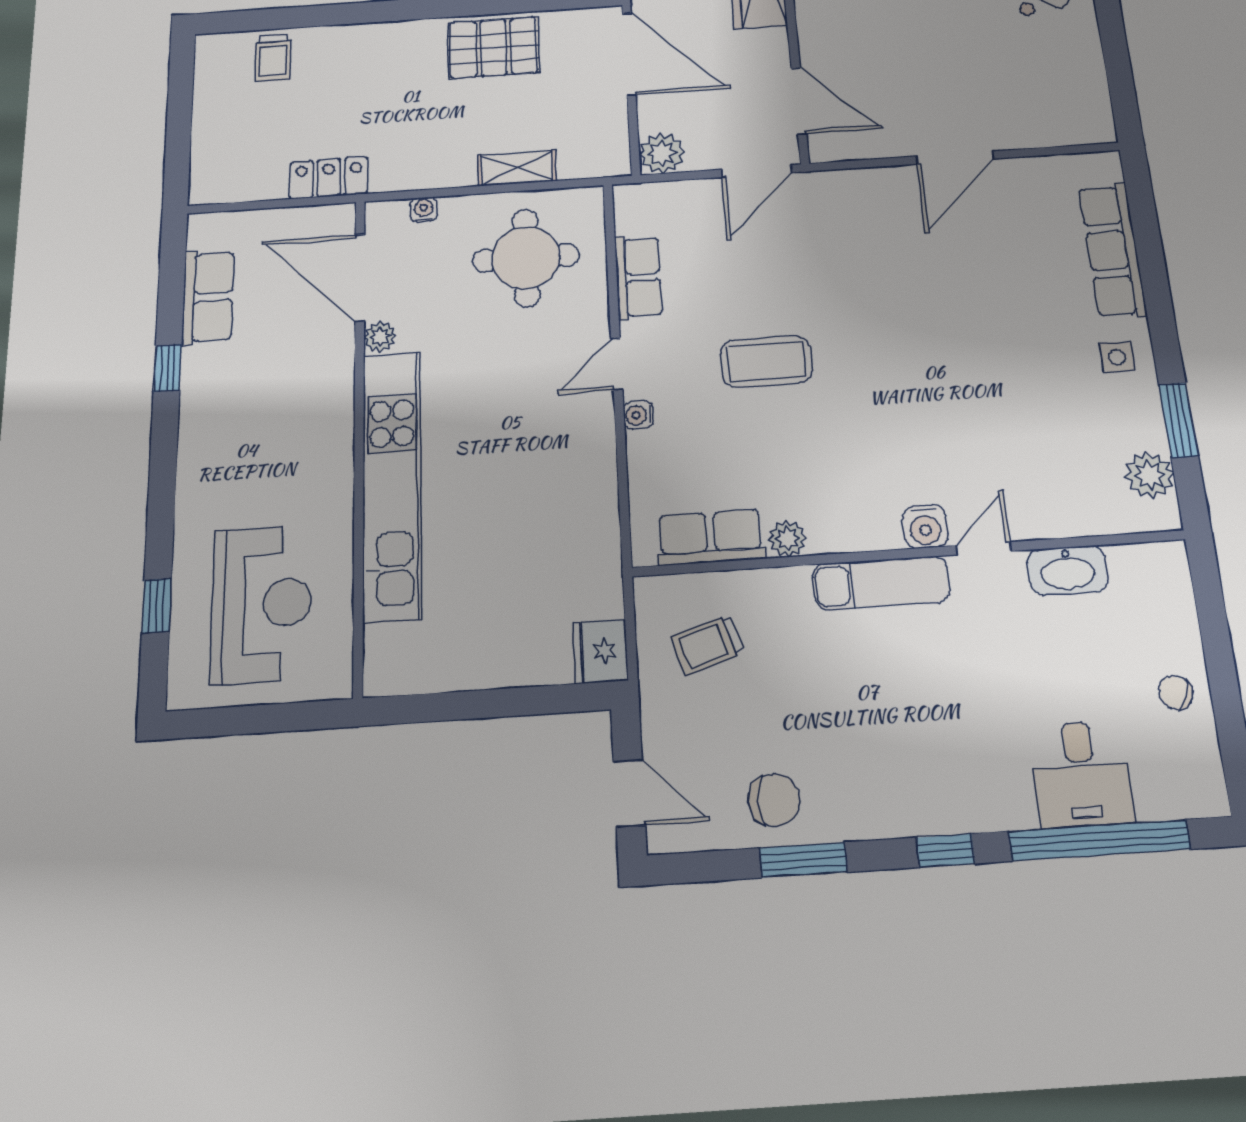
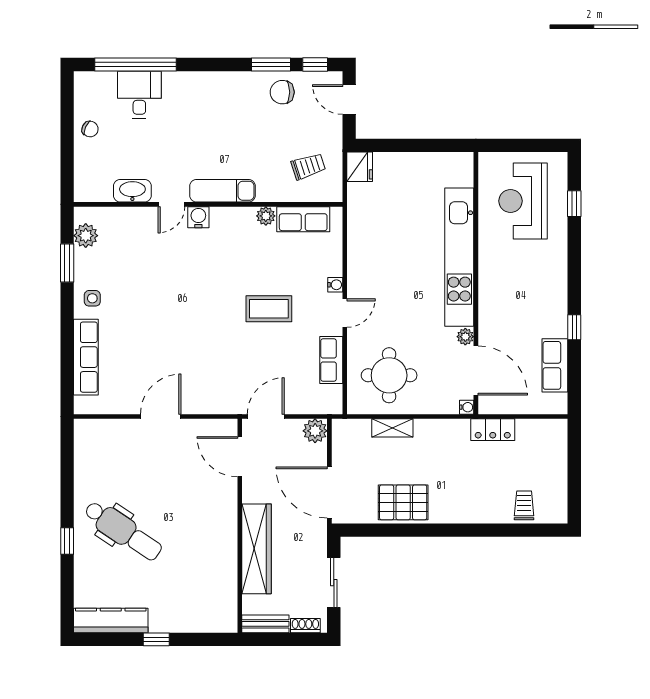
water cooler: (424, 209) -> (467, 407), moved, turned -90
window: (945, 851) -> (315, 65), moved

